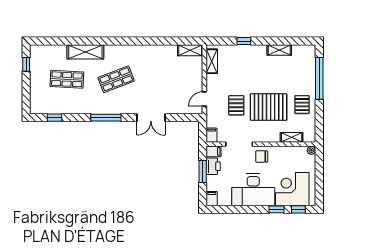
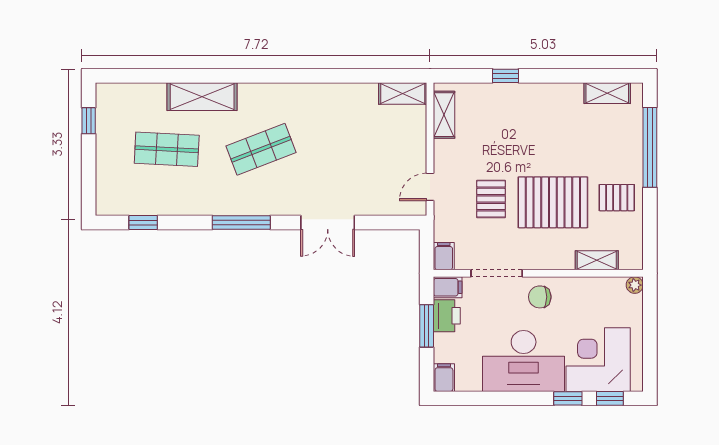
shelving: (279, 50) -> (607, 93), moved
pallet: (302, 105) -> (617, 198), turned 90

